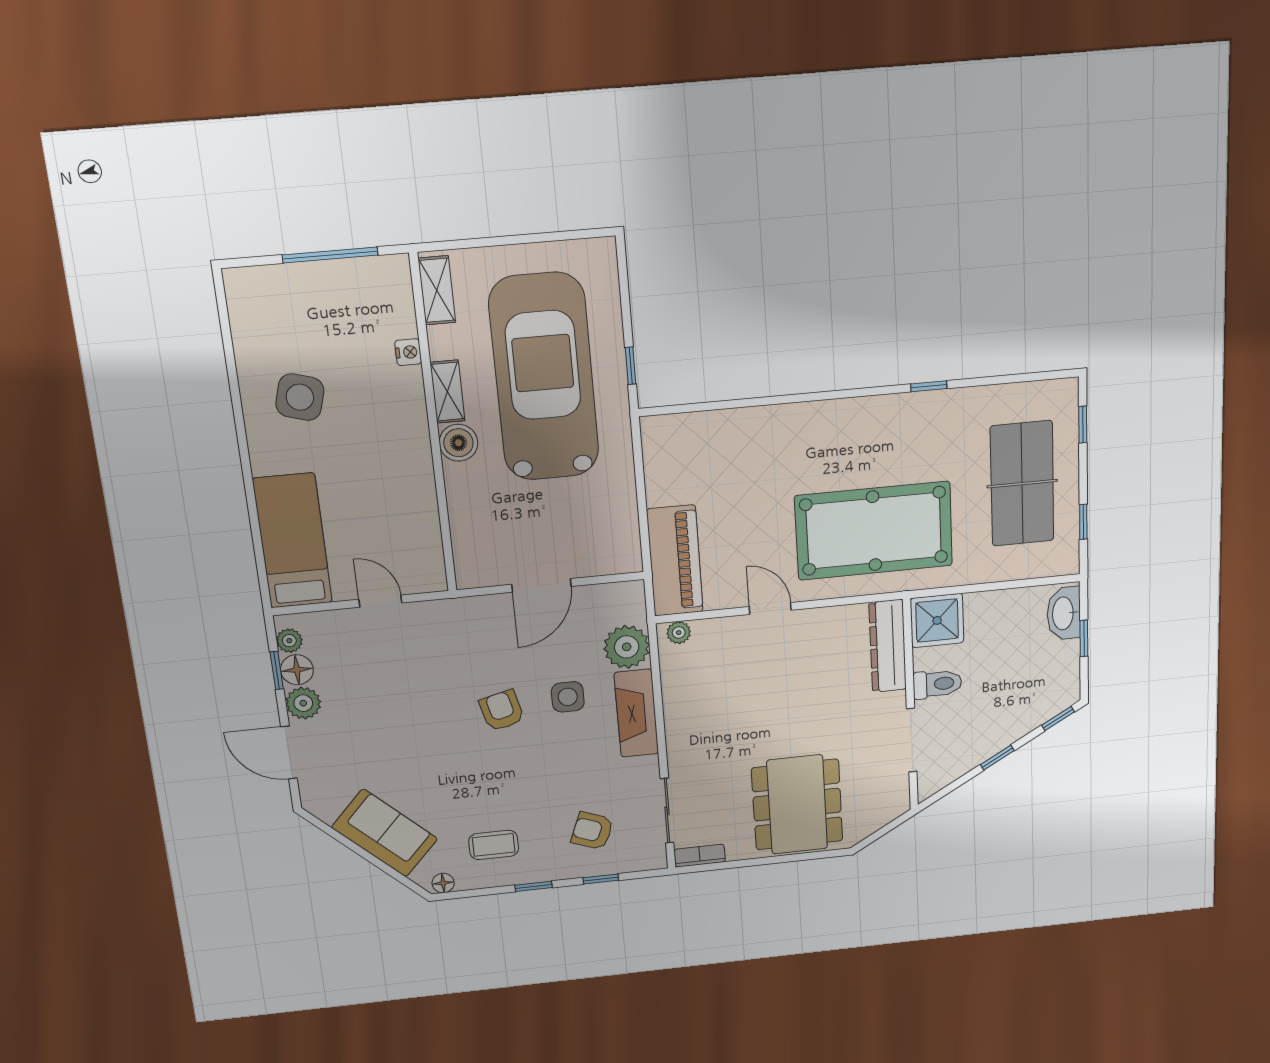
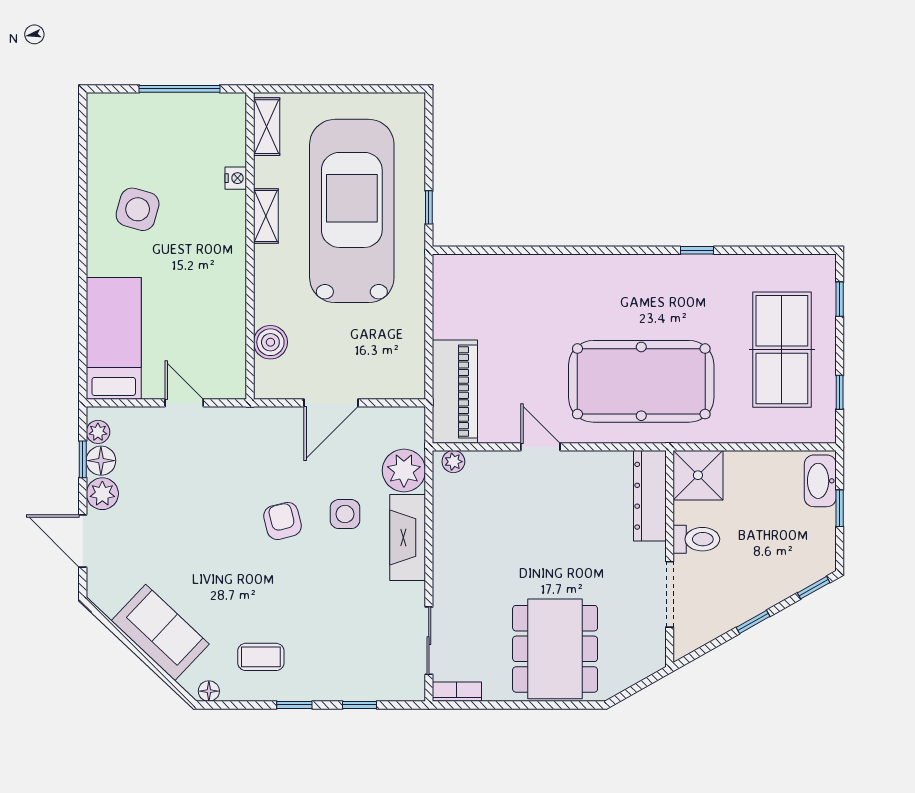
boiler: (458, 443) -> (270, 342), moved
armchair: (592, 831) -> (356, 653), removed

